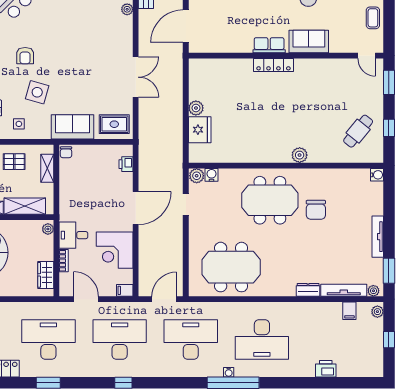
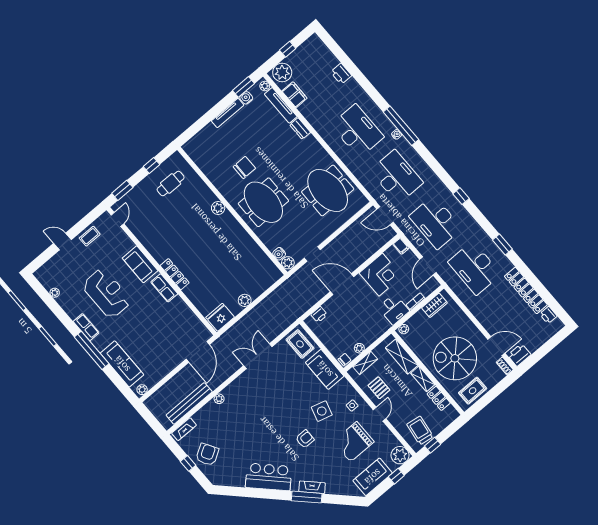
door: (186, 26) -> (198, 352), hinge flipped
fridge: (200, 130) -> (220, 317), moved
cafe table: (358, 131) -> (171, 184), turned -39
plant: (65, 174) -> (359, 348), added
water cooler: (377, 175) -> (246, 98), moved
filing cabinet: (349, 311) -> (294, 95), width x2.00
plant: (377, 312) -> (282, 72), width x1.88, depth x1.88
desk: (191, 340) -> (396, 177), turned 180

